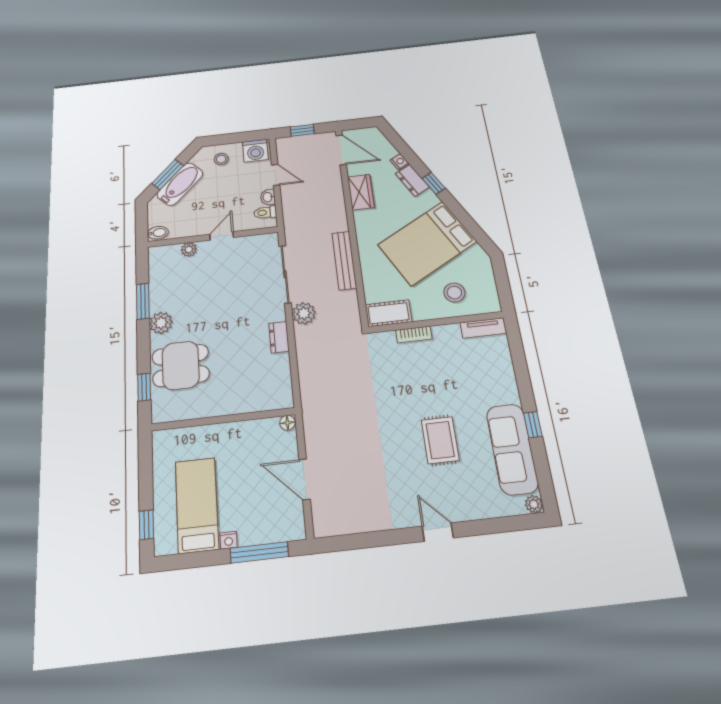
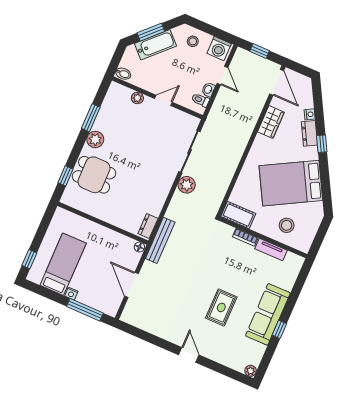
bench: (344, 260) -> (160, 240), moved
tv unit: (483, 328) -> (271, 249), moved
dresser: (279, 337) -> (148, 226), moved
sofa: (512, 449) -> (268, 314), moved

